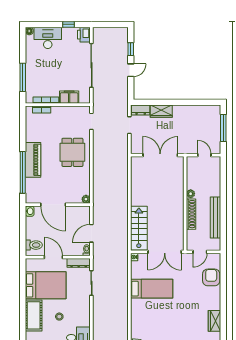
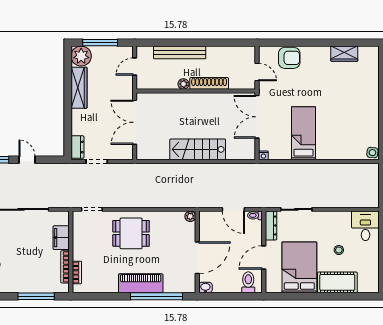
wardrobe: (161, 111) -> (79, 88), moved, width x1.50
plant: (213, 113) -> (81, 56), added
bench: (215, 217) -> (180, 52), moved
stairs: (139, 228) -> (198, 149), moved
double door: (165, 252) -> (257, 117), swing flipped
armchair: (211, 277) -> (289, 58), turned 180

